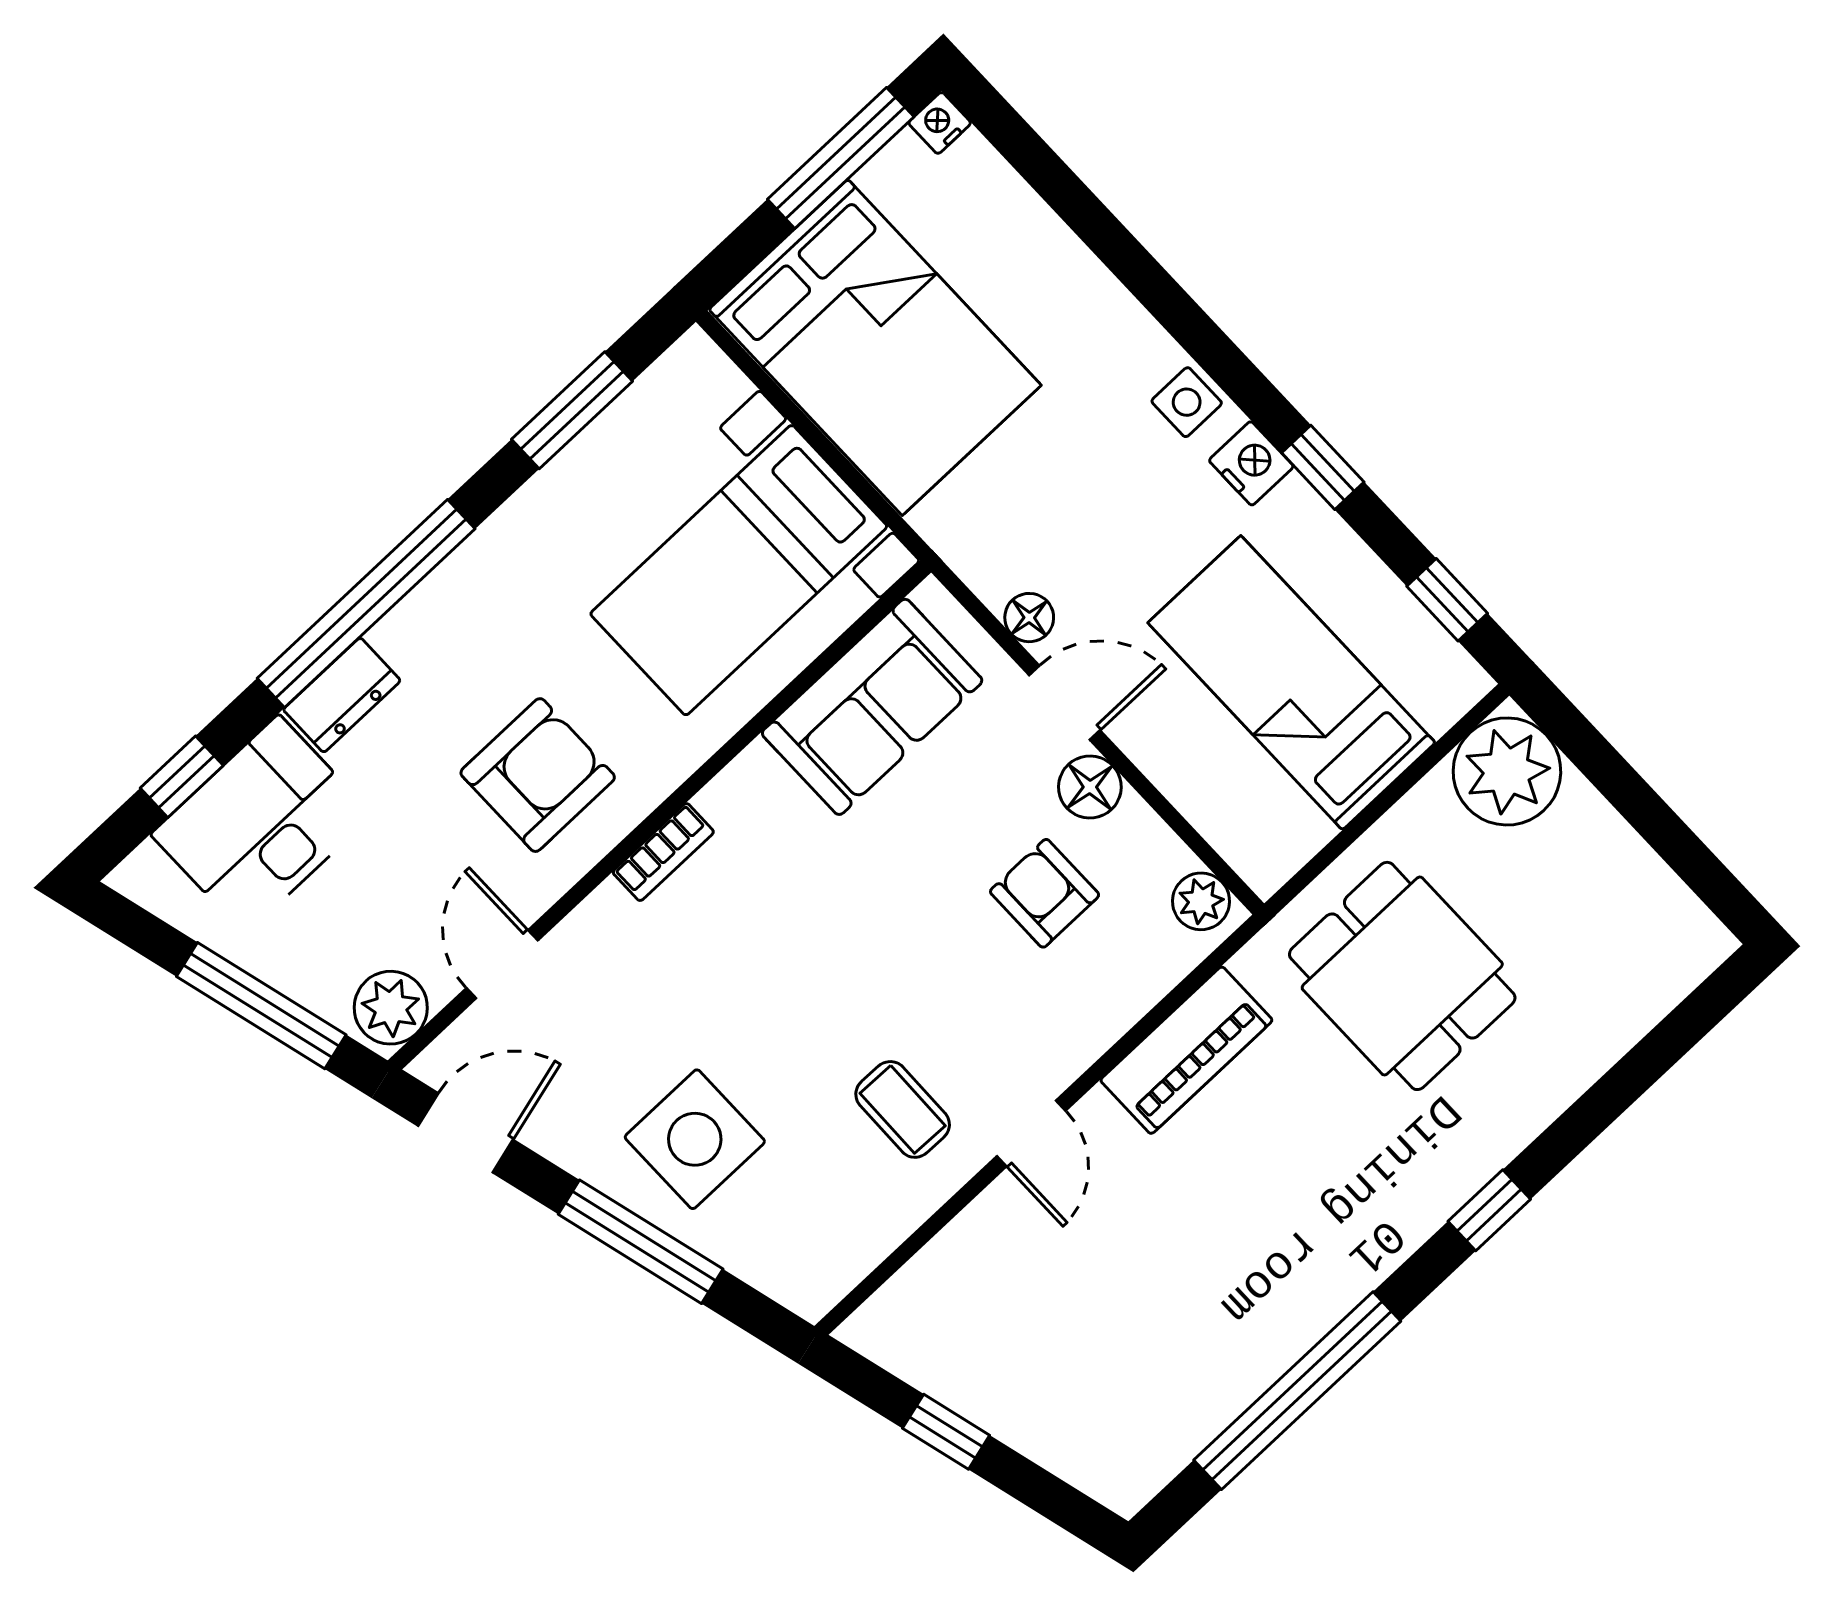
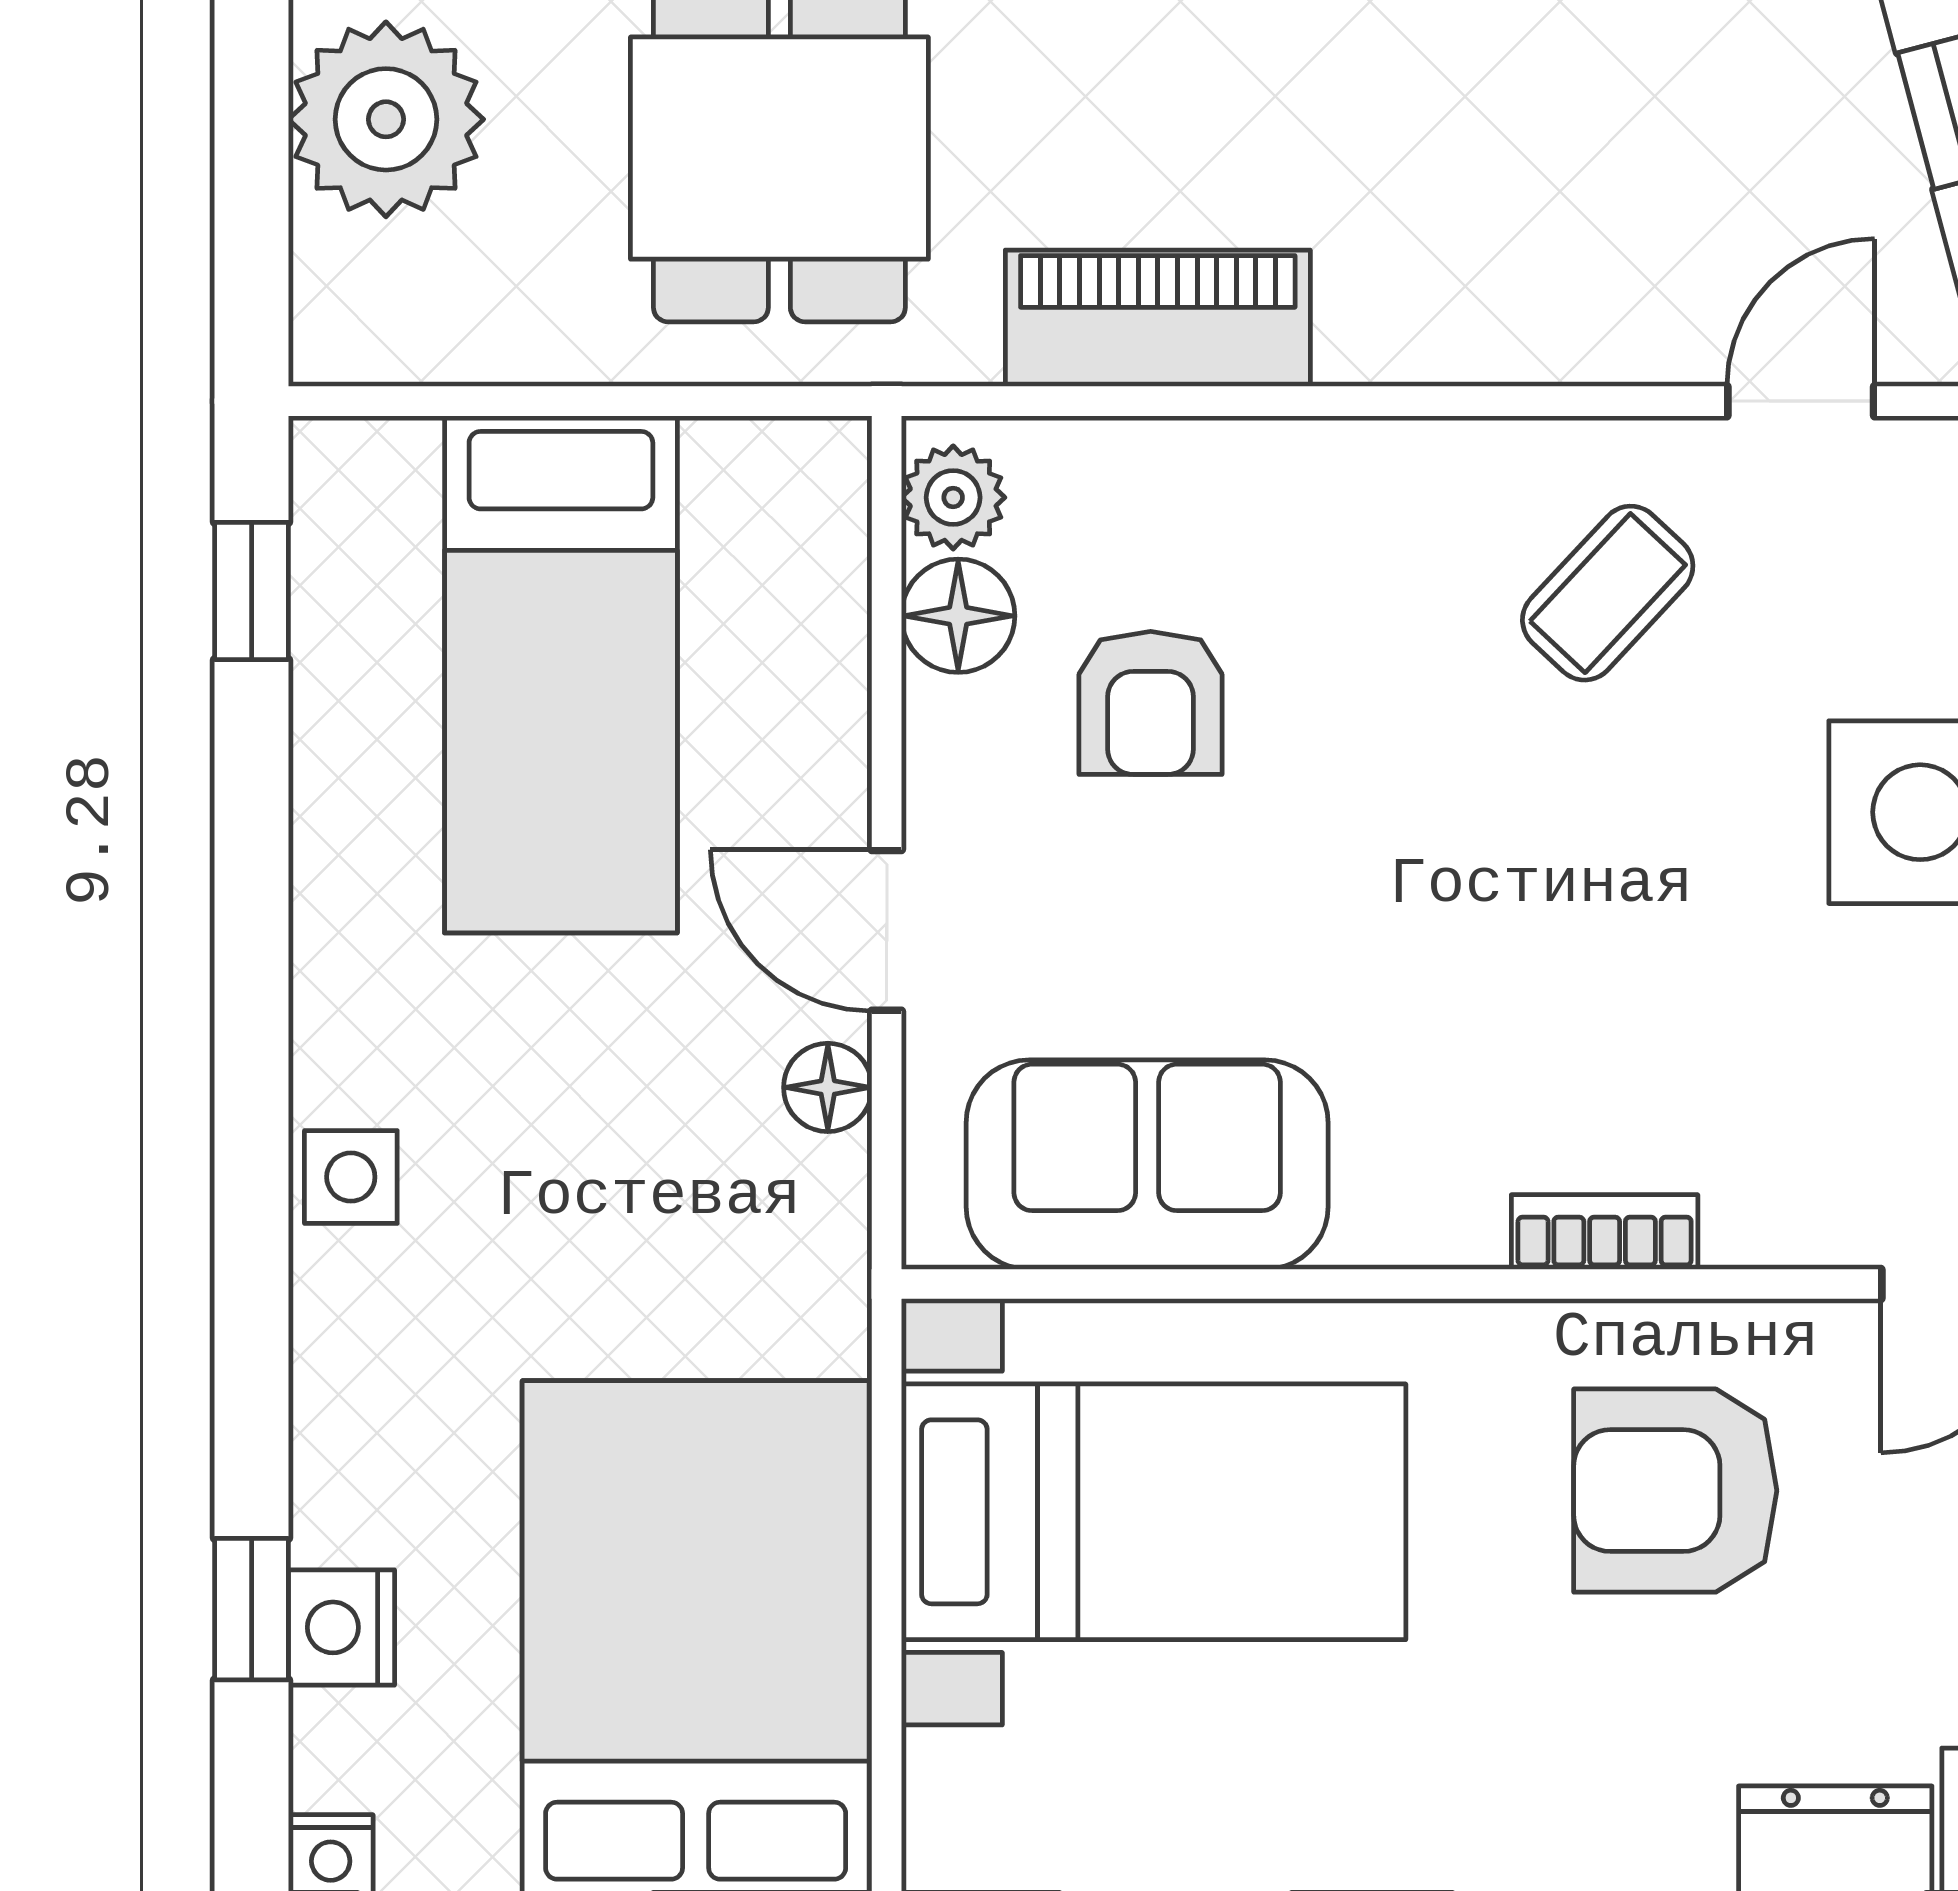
nightstand: (1251, 463) -> (341, 1627), moved
window: (1323, 467) -> (252, 1609), moved
plant: (1507, 771) -> (386, 119), moved
floor lamp: (1090, 787) -> (958, 616), moved
coffee table: (903, 1109) -> (1608, 593), turned 42
door: (1031, 1133) -> (1801, 401), moved

